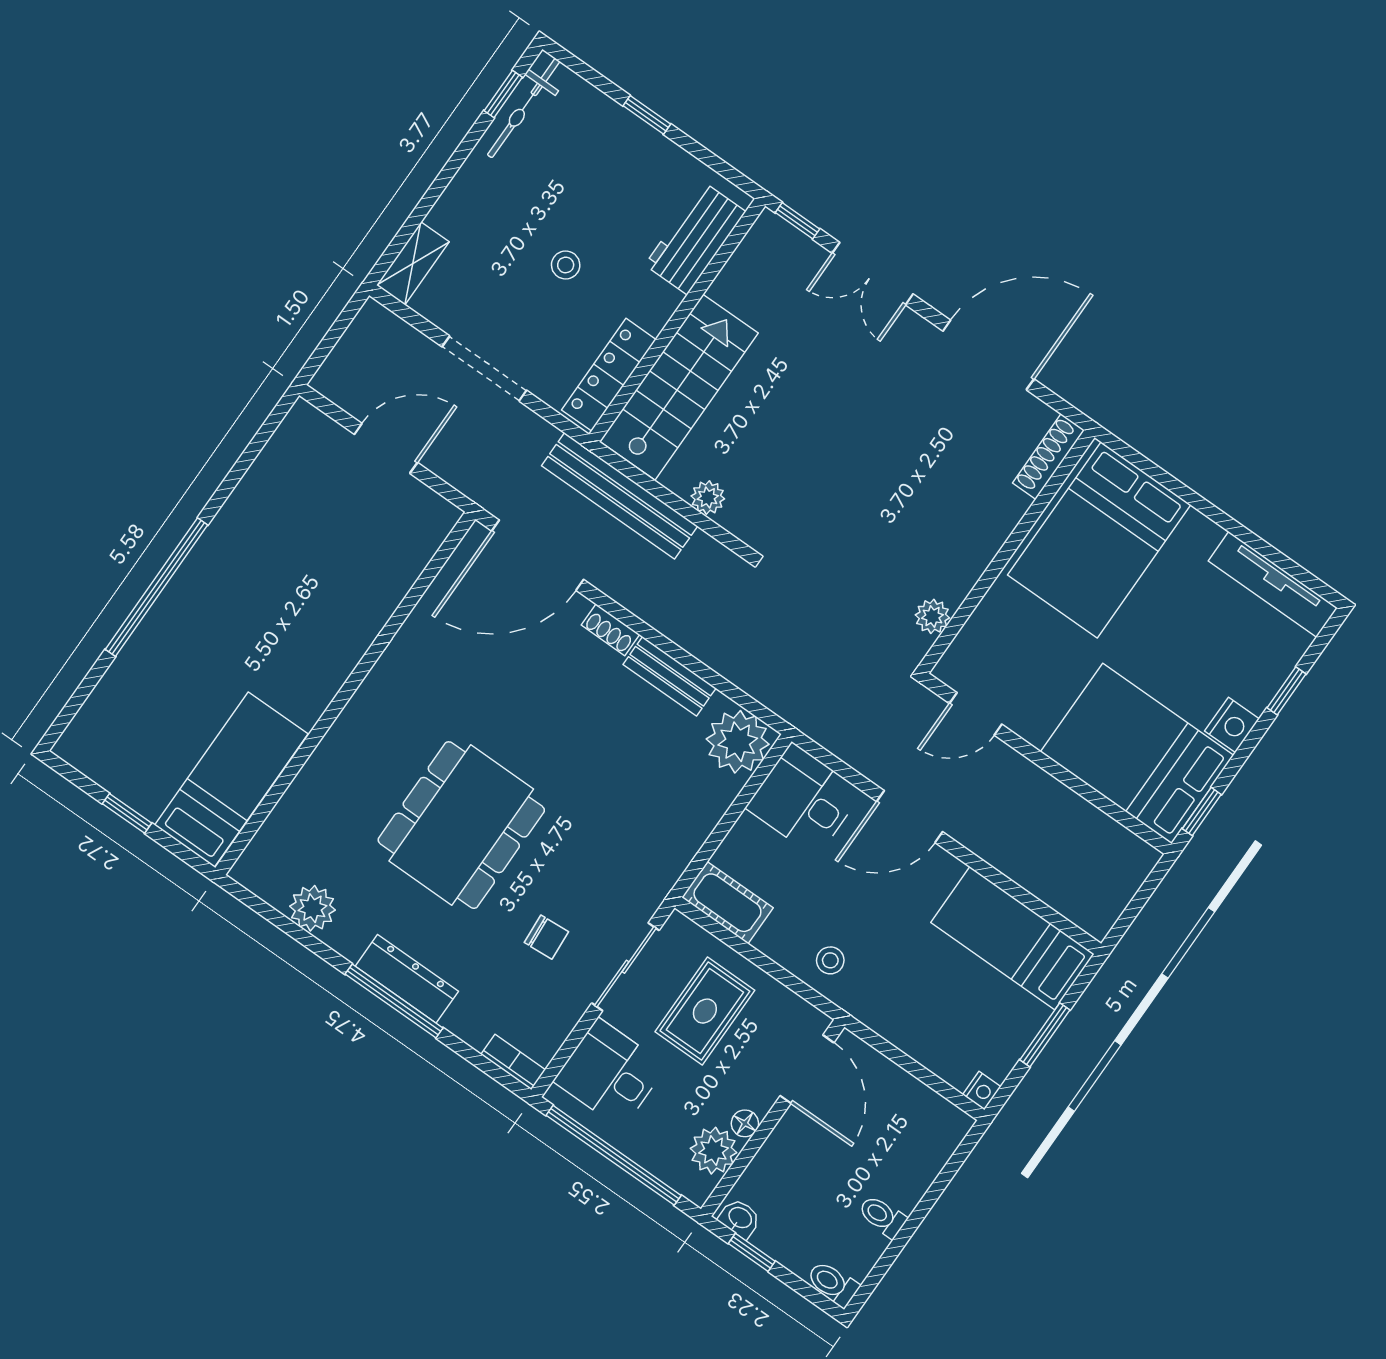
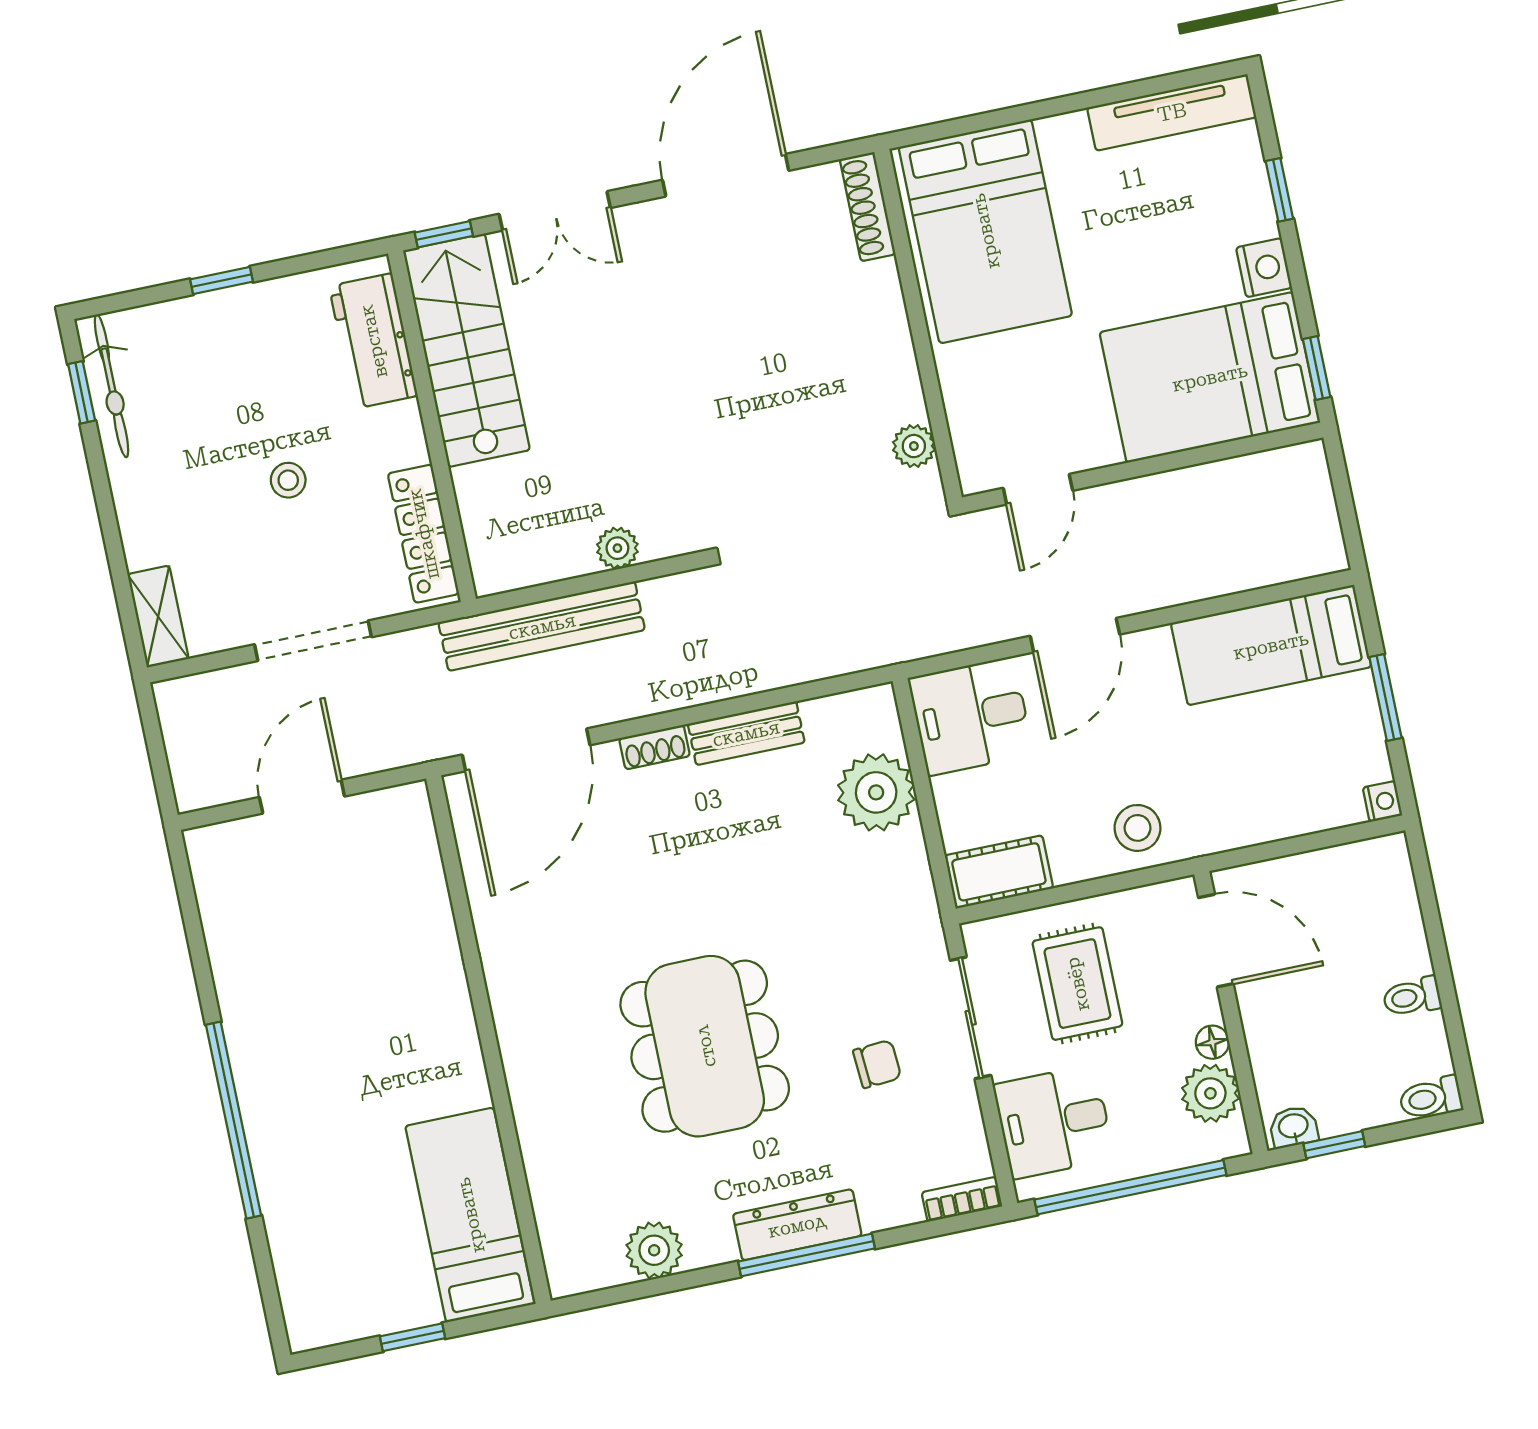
stairs: (679, 387) -> (466, 350), moved
plant: (738, 742) -> (876, 792), moved
stool: (830, 960) -> (1138, 828), width x1.37, depth x1.37

